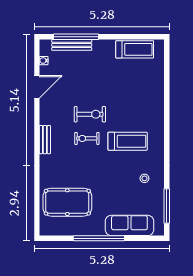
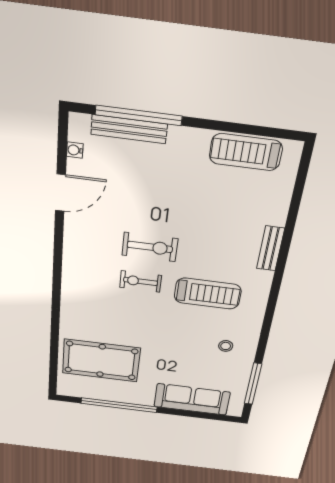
treadmill: (135, 49) -> (246, 152), turned 180
bench: (45, 140) -> (270, 248), moved
window: (99, 238) -> (119, 405), moved

